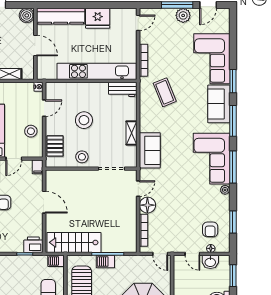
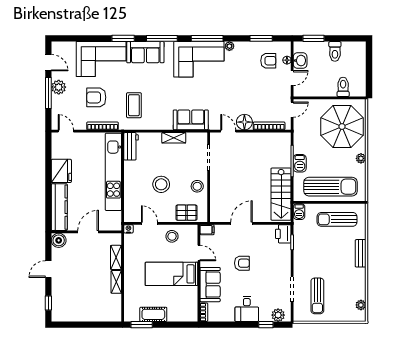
armchair: (173, 54) -> (96, 97), added
coffee table: (165, 92) -> (134, 105), turned -68

